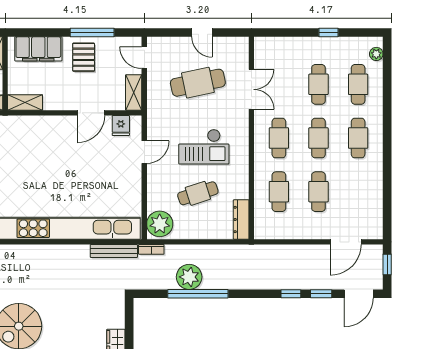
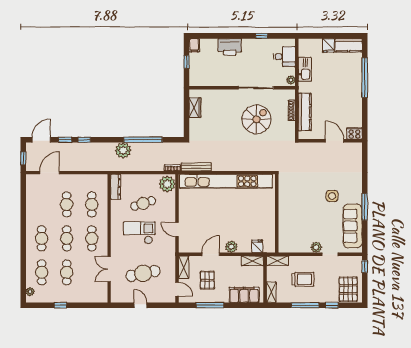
pallet: (84, 57) -> (207, 280), moved
plant: (58, 125) -> (231, 247), added
fridge: (121, 126) -> (257, 246), moved
door: (144, 152) -> (177, 229), hinge flipped
plant: (189, 277) -> (123, 150), moved

